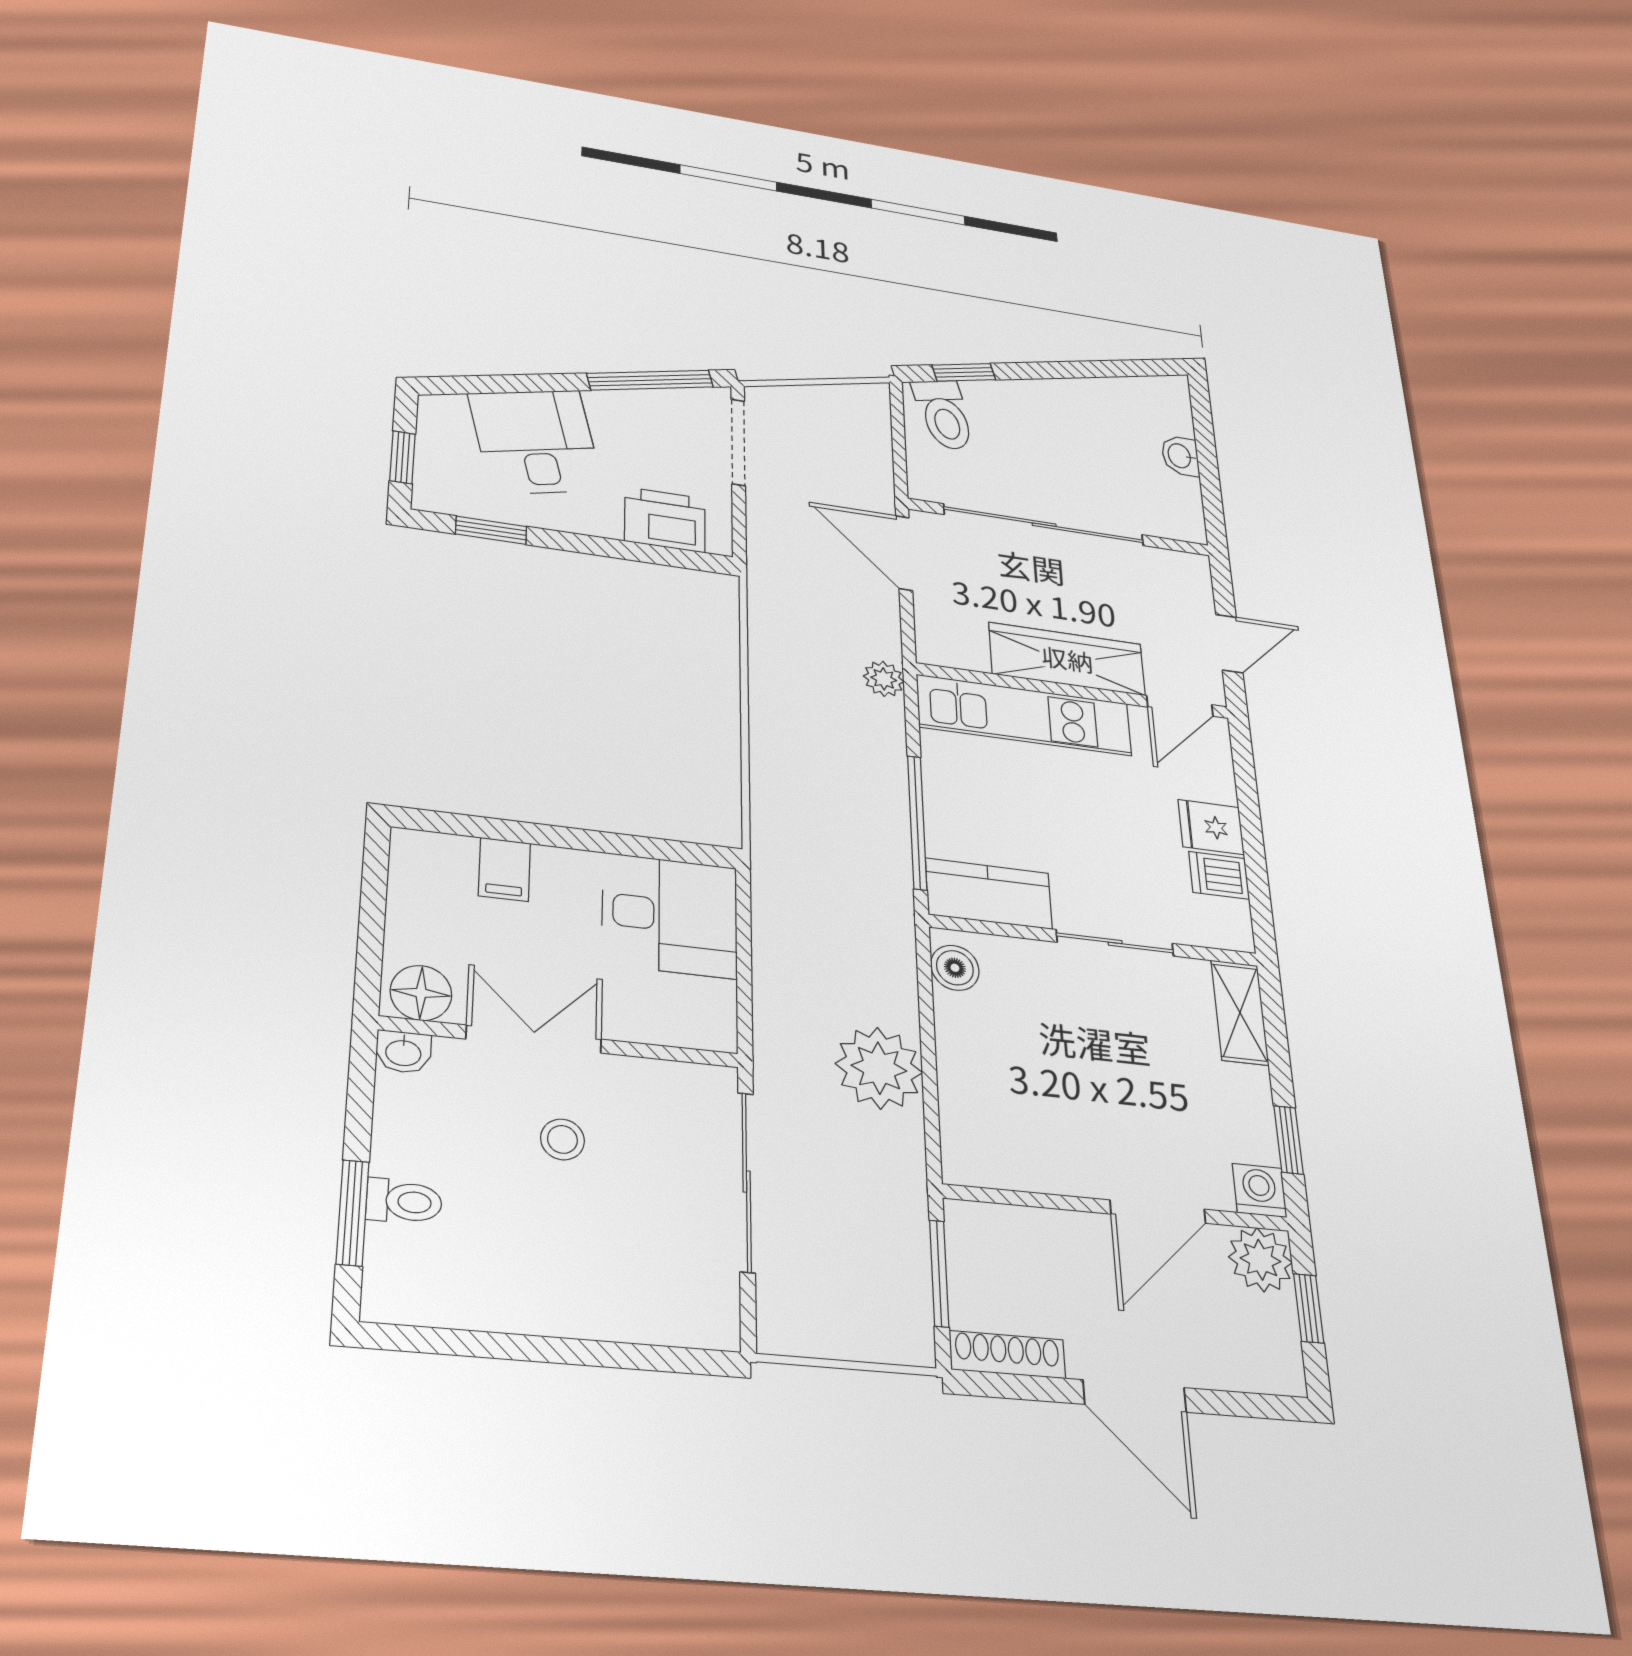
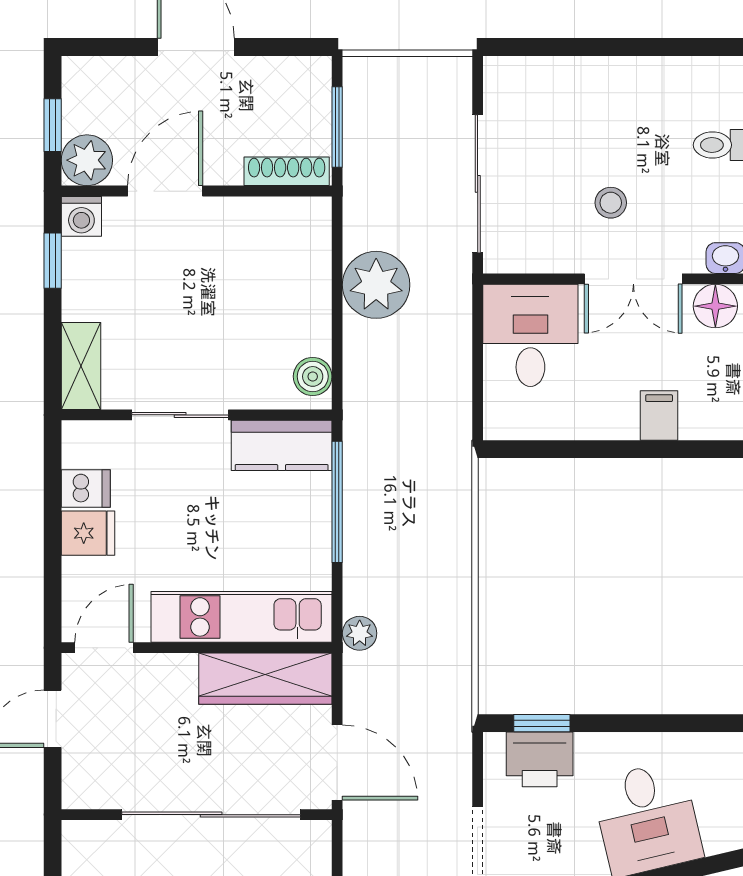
window: (491, 530) -> (542, 723), moved
wardrobe: (1067, 659) -> (265, 679), moved
desk: (670, 916) -> (530, 335), moved, turned 90
shoe rack: (1007, 1355) -> (287, 171), moved, turned 180

